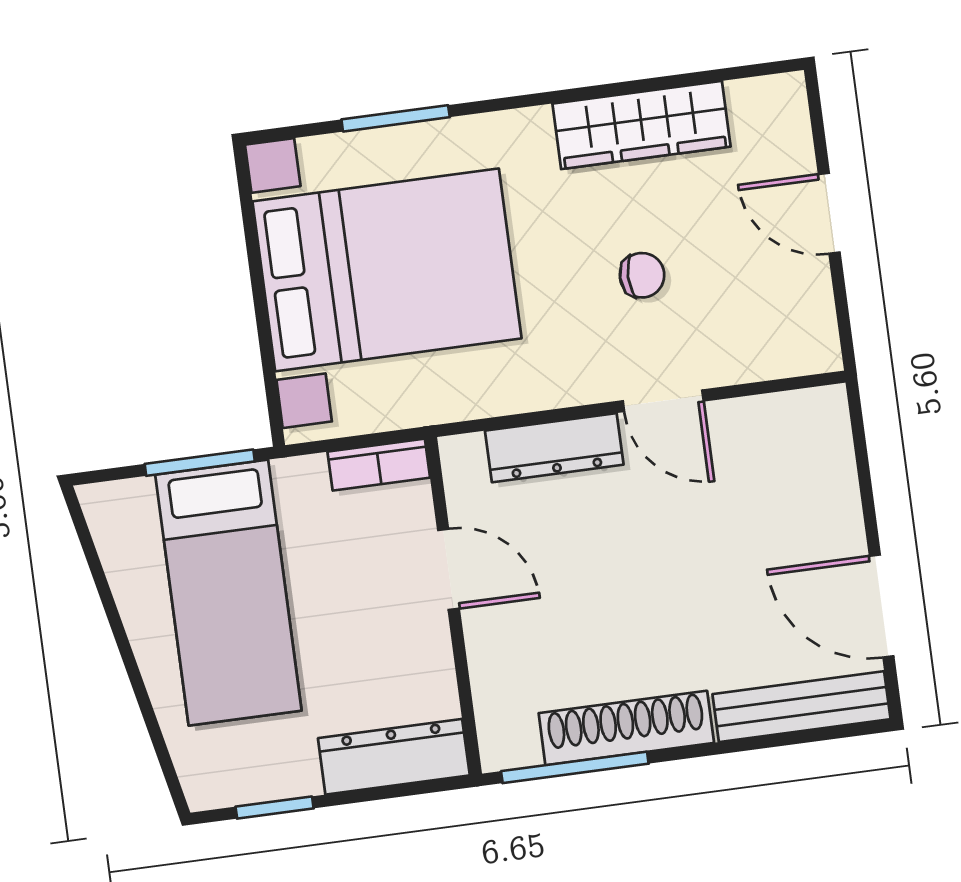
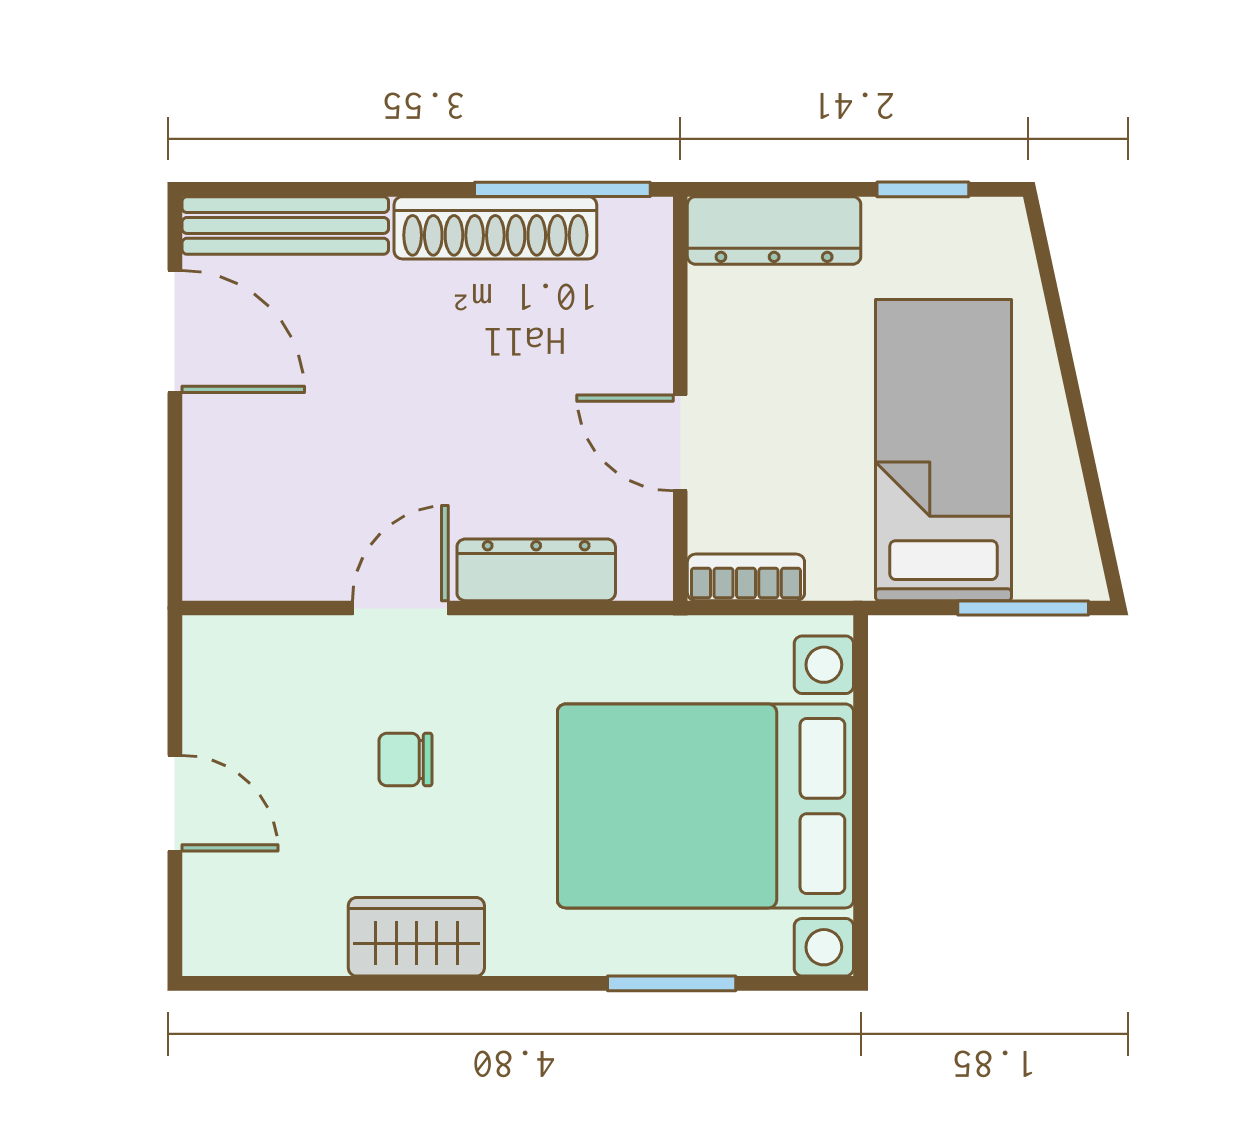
wardrobe: (642, 125) -> (416, 937), width x0.67
door: (663, 401) -> (400, 608), hinge flipped
window: (200, 463) -> (1023, 608), moved

